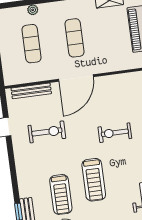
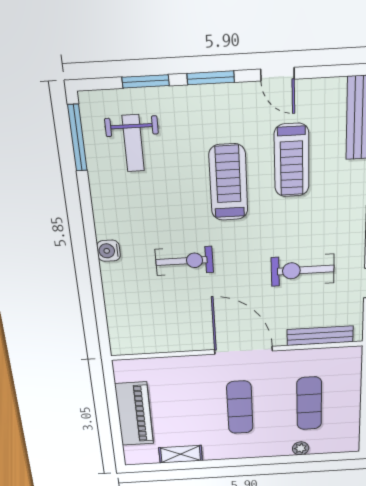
door: (76, 78) -> (244, 350), hinge flipped
treadmill: (61, 194) -> (292, 160), turned 180

